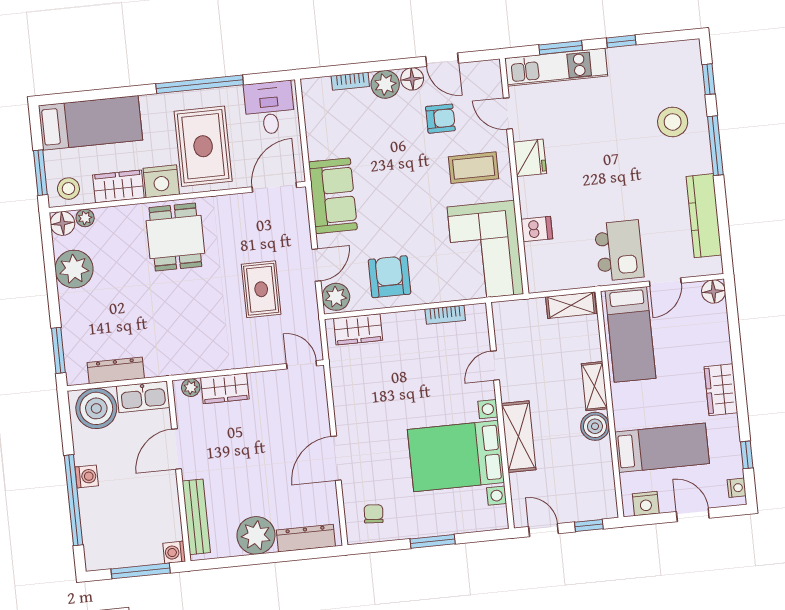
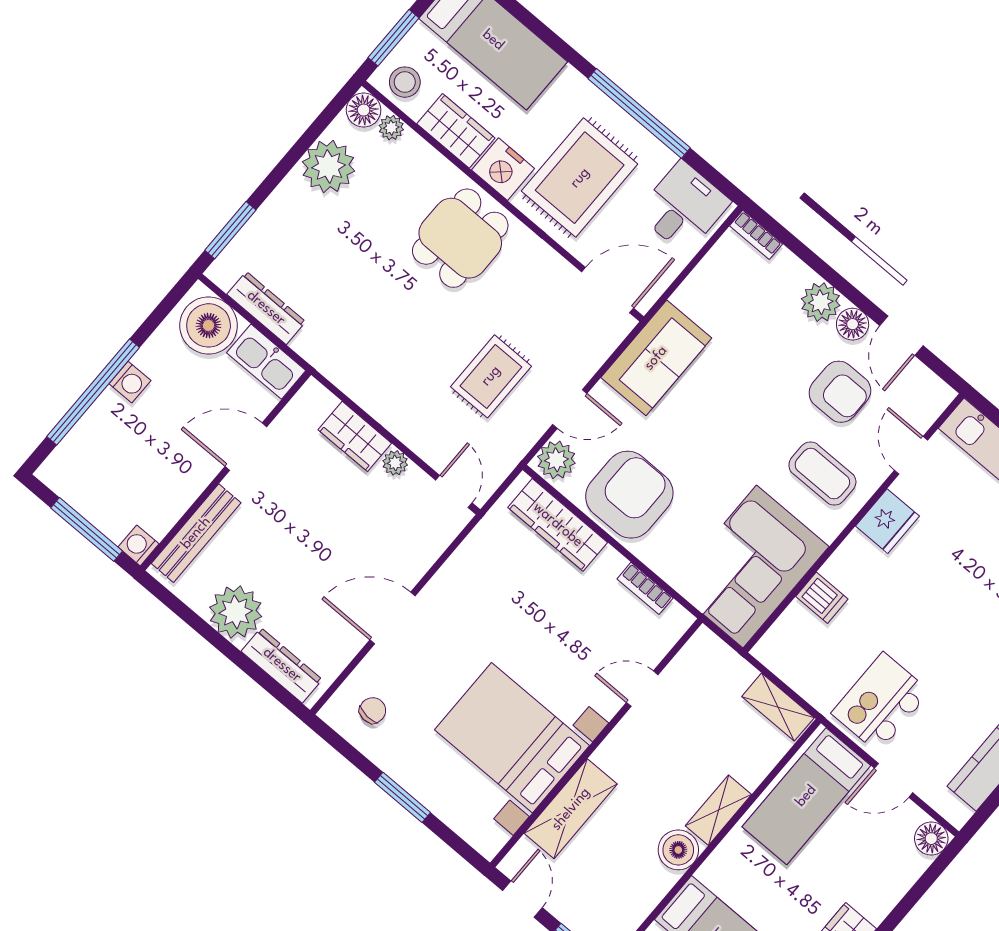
bookcase: (350, 81) -> (756, 235), moved
armchair: (440, 119) -> (840, 392), width x1.38, depth x1.38
kitchen island: (619, 250) -> (881, 702), turned 180
armchair: (390, 277) -> (629, 495), width x1.36, depth x1.36
wardrobe: (358, 329) -> (558, 525), width x1.50
plant: (191, 388) -> (395, 463), moved
shelving: (519, 437) -> (571, 809), moved

